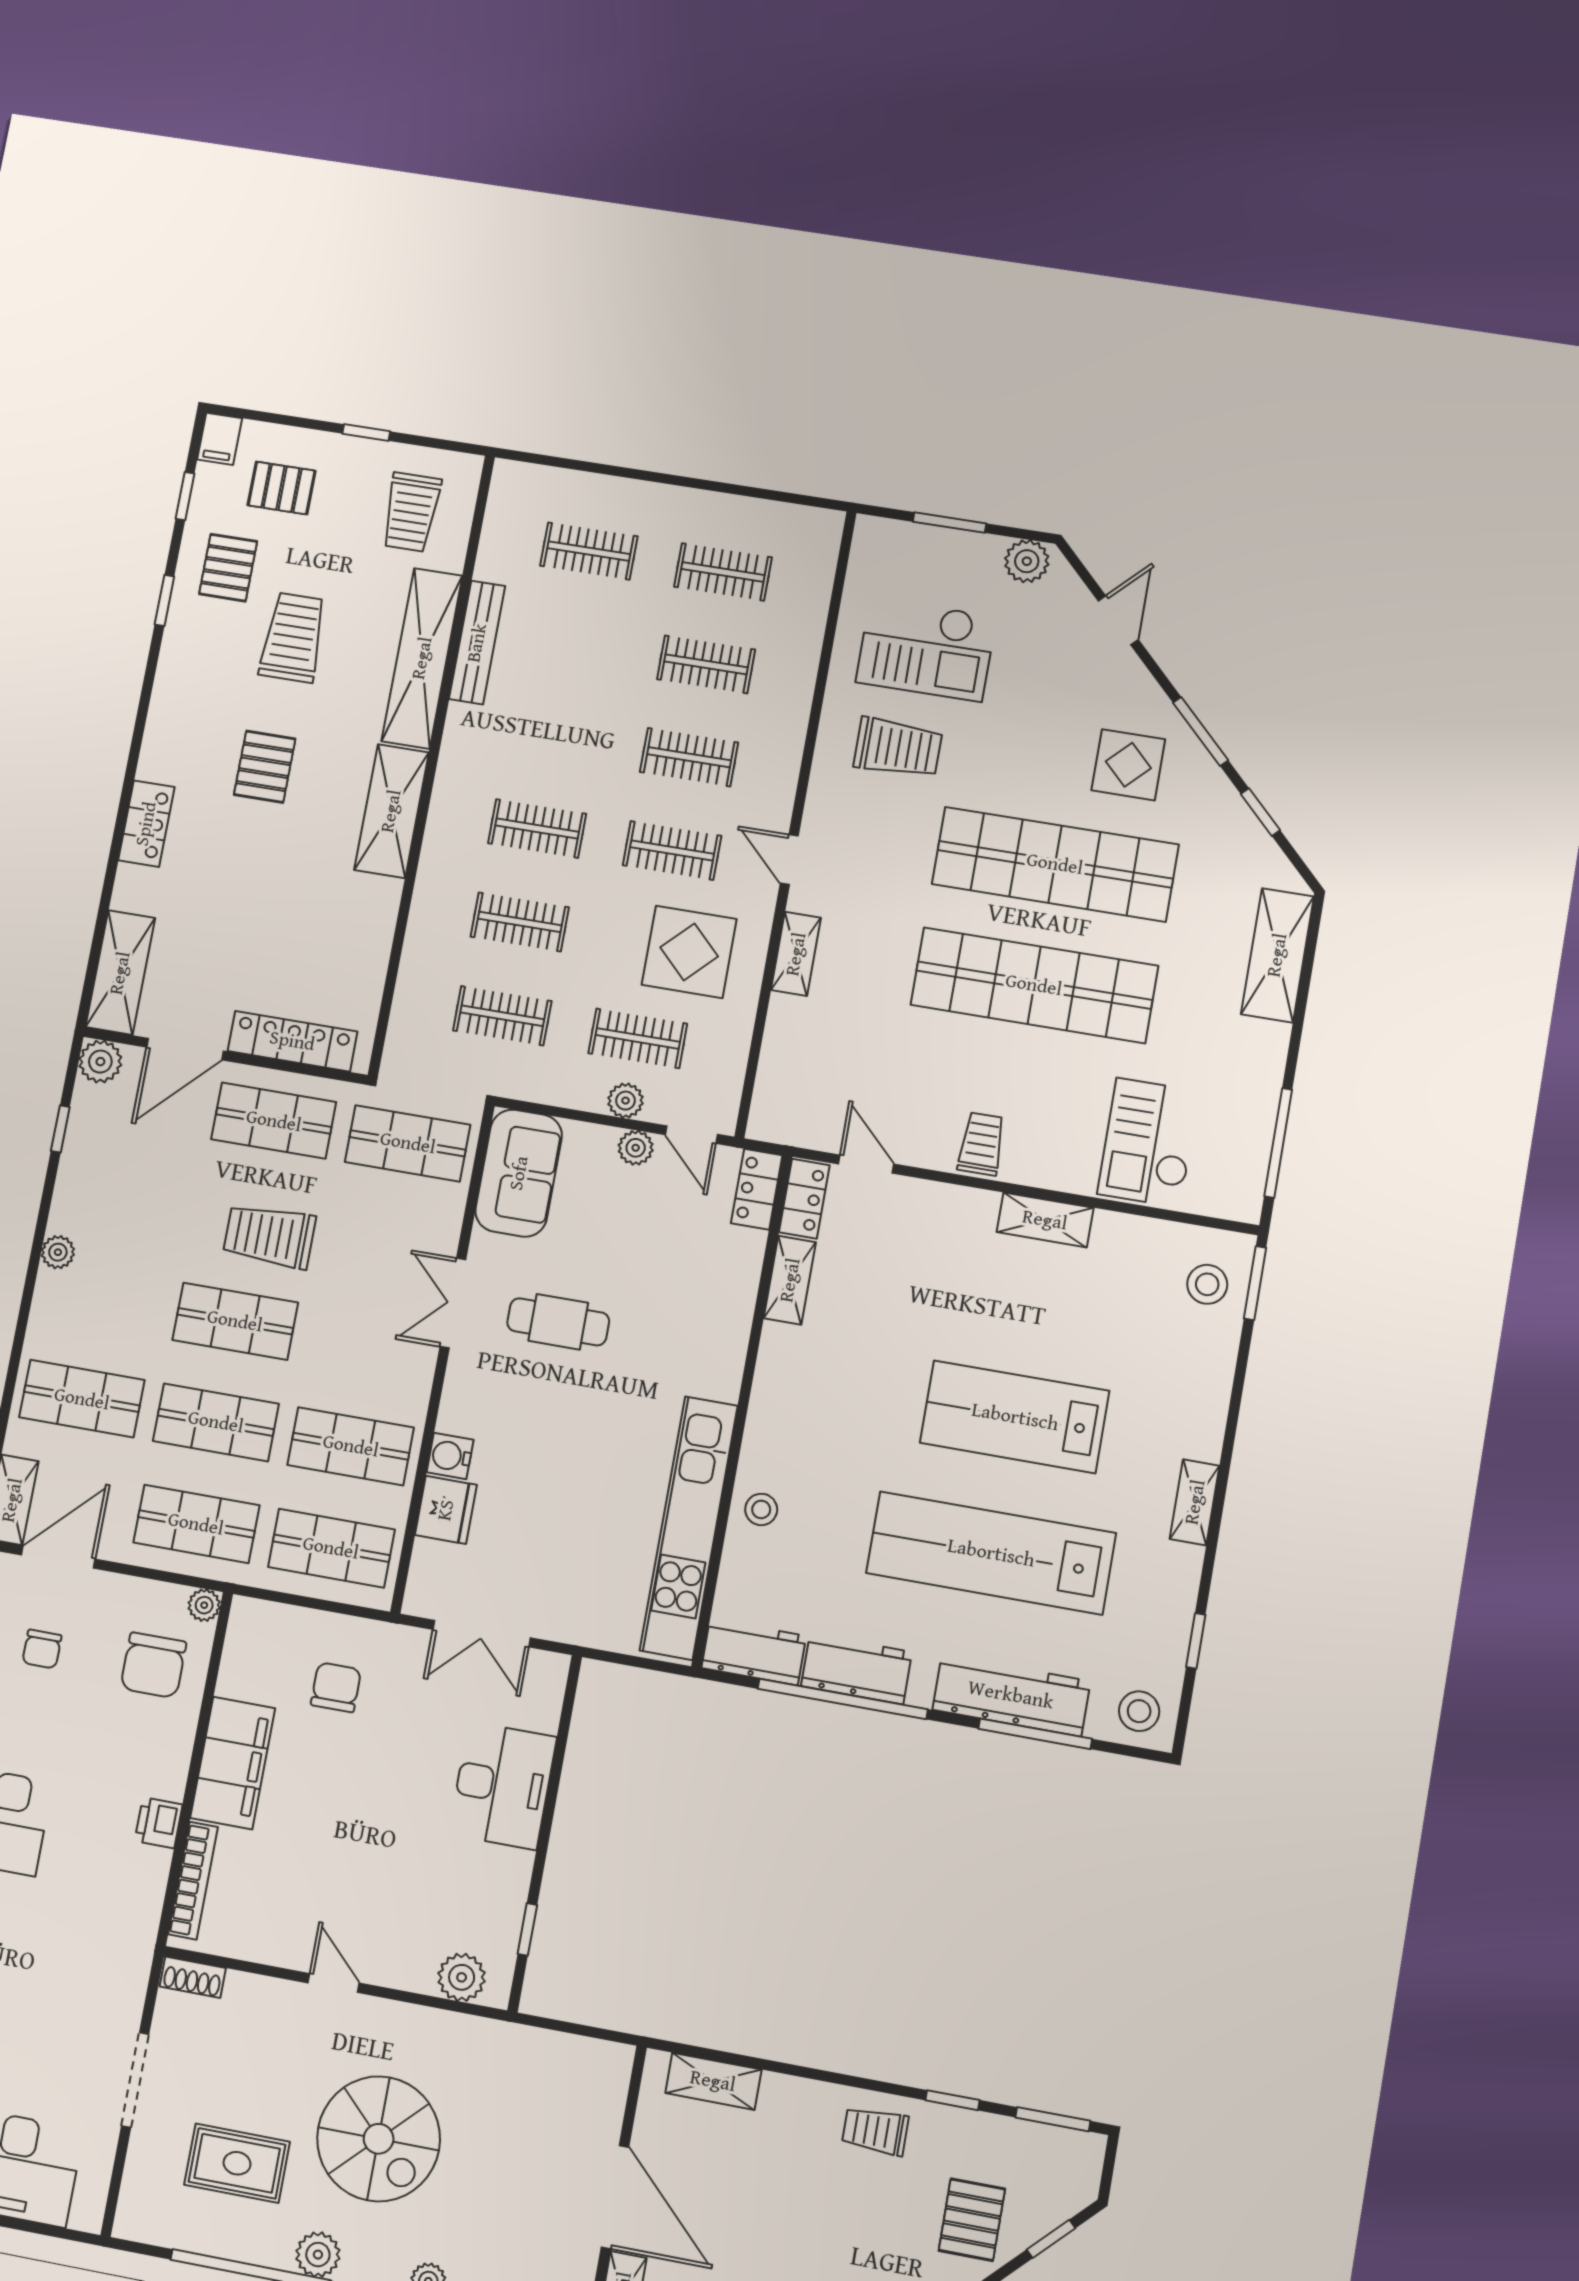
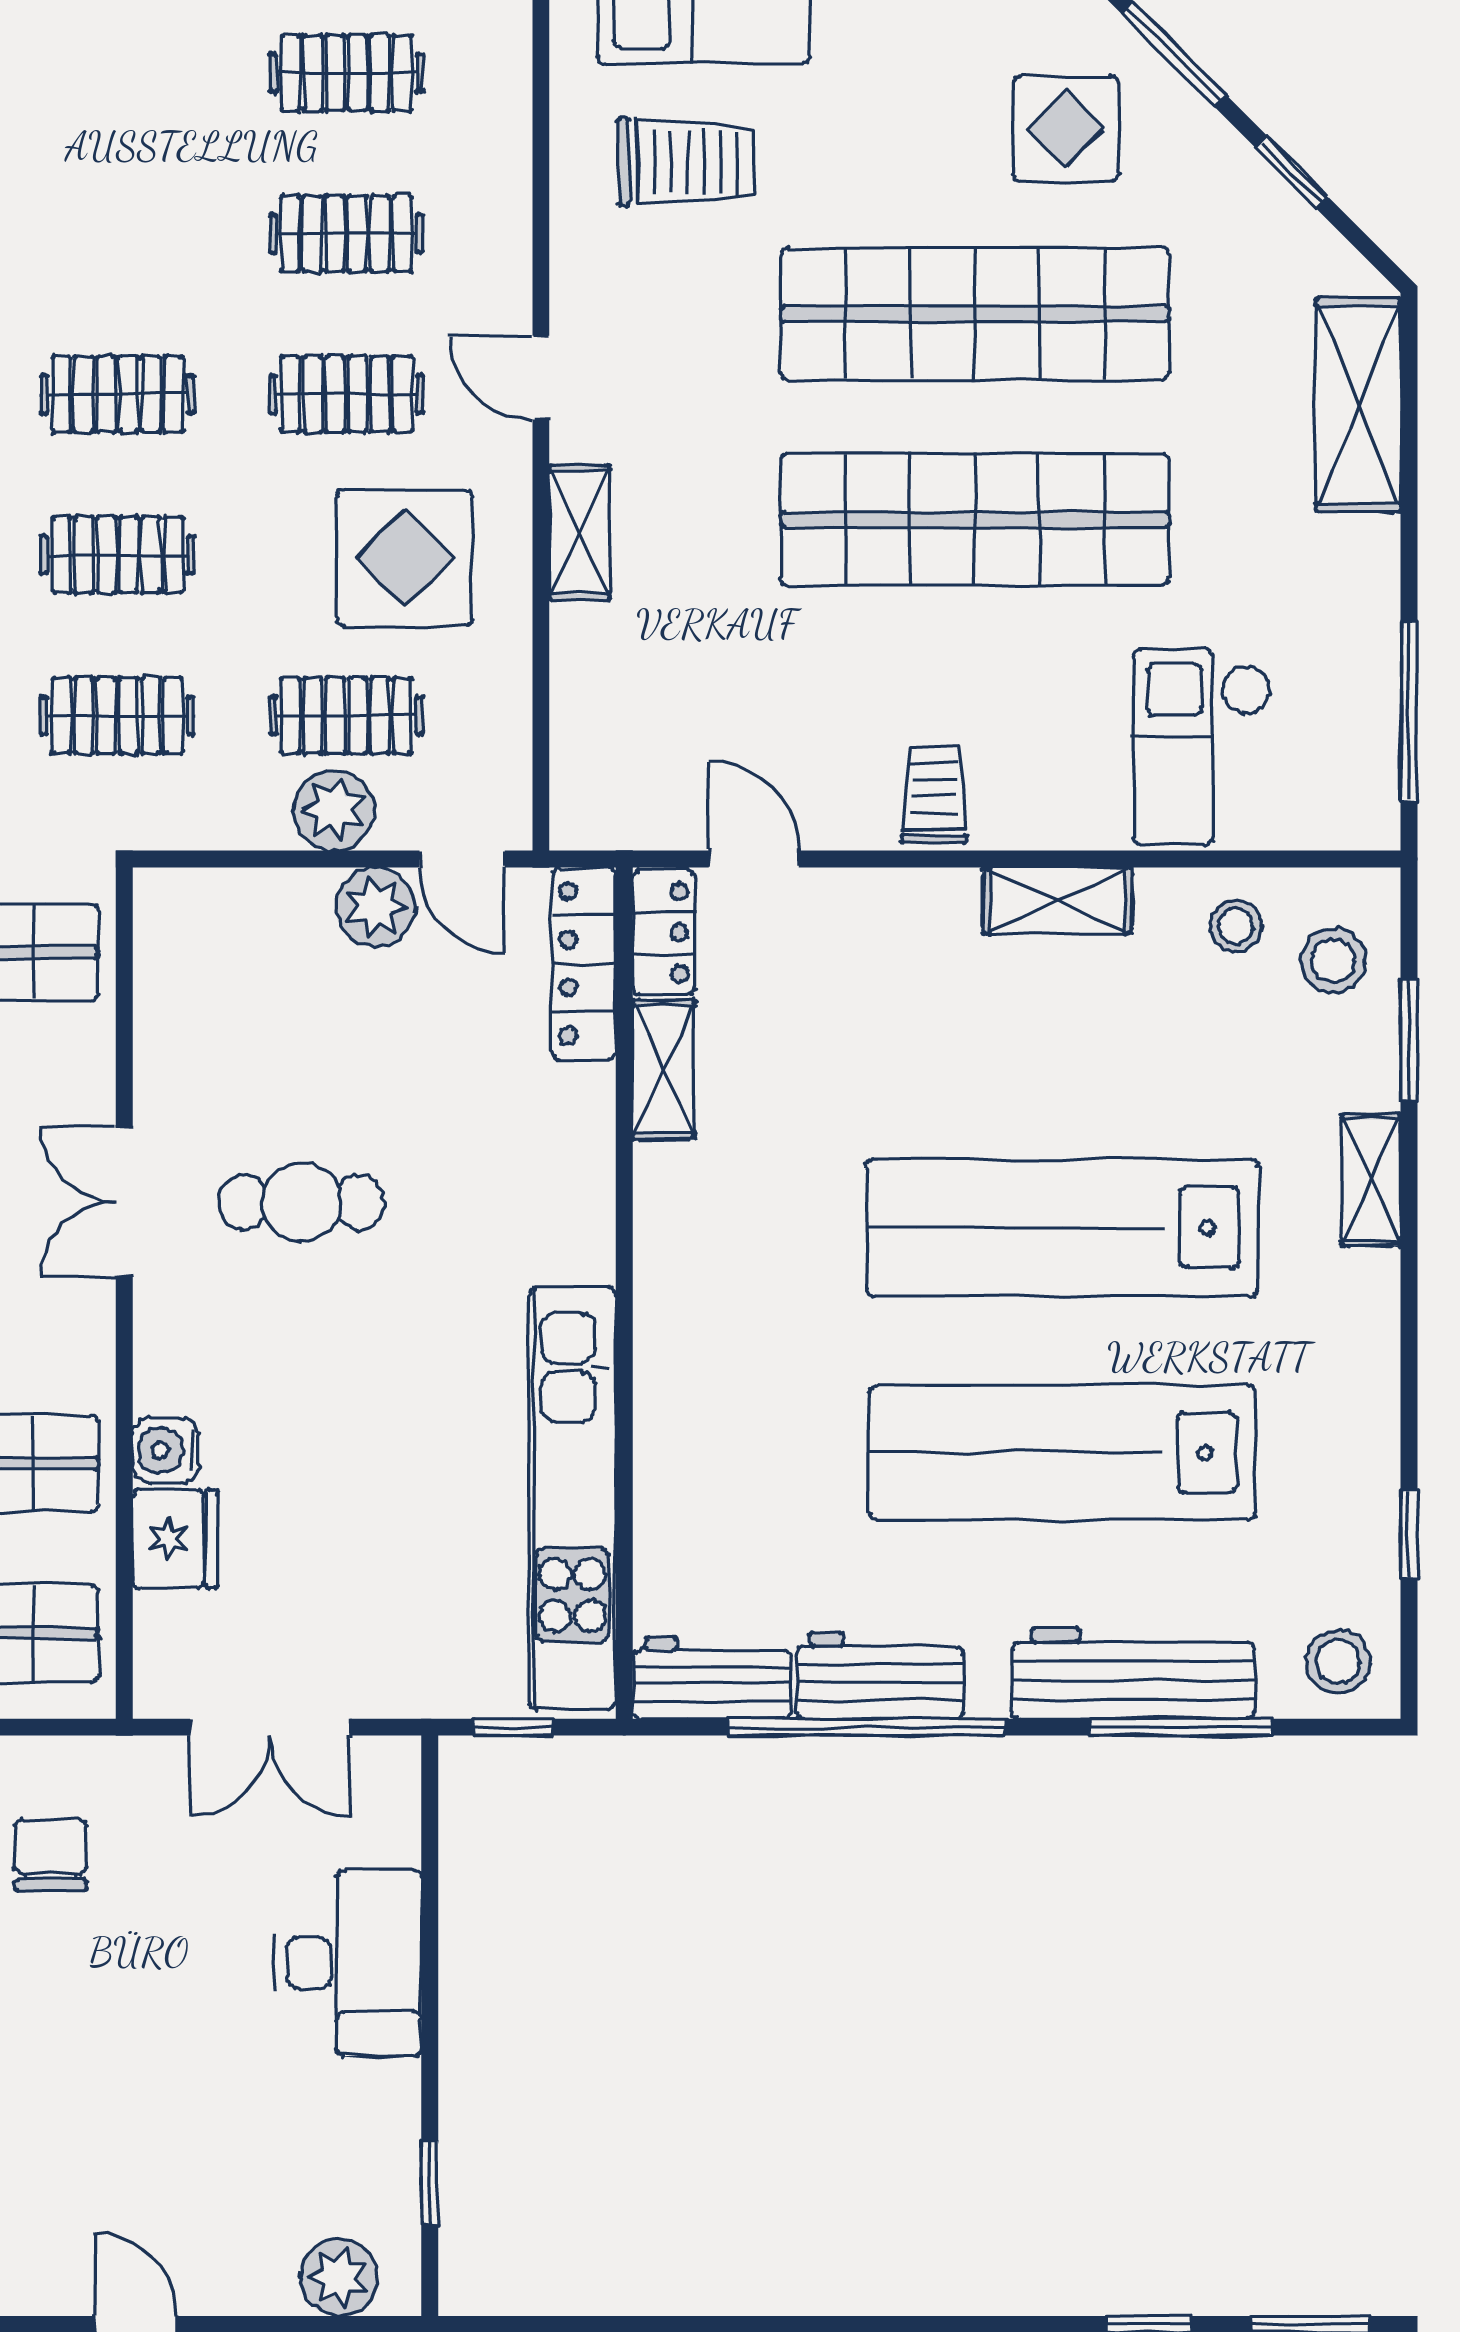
plant: (626, 1101) -> (334, 810), width x1.38, depth x1.38
plant: (636, 1148) -> (375, 907), width x1.38, depth x1.38
sofa: (519, 1173) -> (192, 970), removed
locker: (757, 1189) -> (584, 963), width x1.53
window: (1255, 1283) -> (1409, 1040), moved
lab bench: (1015, 1417) -> (1062, 1228), width x1.36
shelving: (1195, 1502) -> (1371, 1180), moved
stool: (761, 1509) -> (1236, 926), moved
window: (628, 1660) -> (513, 1727), added

